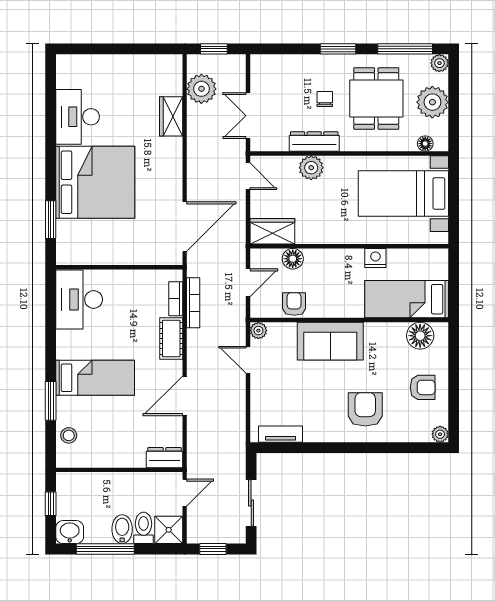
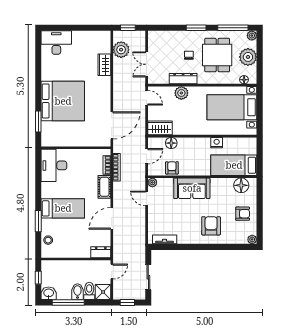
desk: (78, 117) -> (56, 43), moved, turned 90

